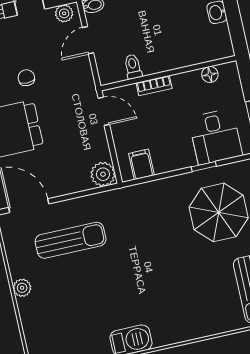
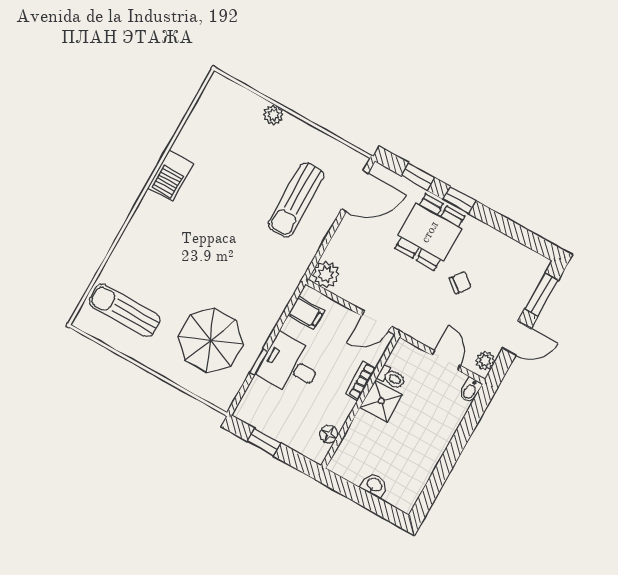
shower: (155, 59) -> (381, 401), added
chair: (26, 78) -> (460, 283), turned -53
desk: (215, 137) -> (290, 365), moved
plant: (22, 288) -> (273, 115), moved

